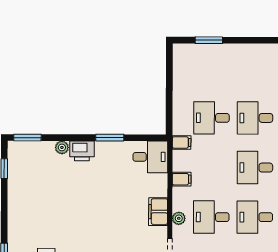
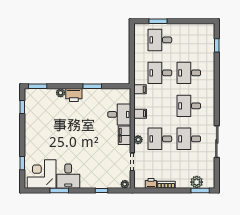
desk: (212, 68) -> (160, 40), added
desk: (150, 157) -> (119, 114), moved

